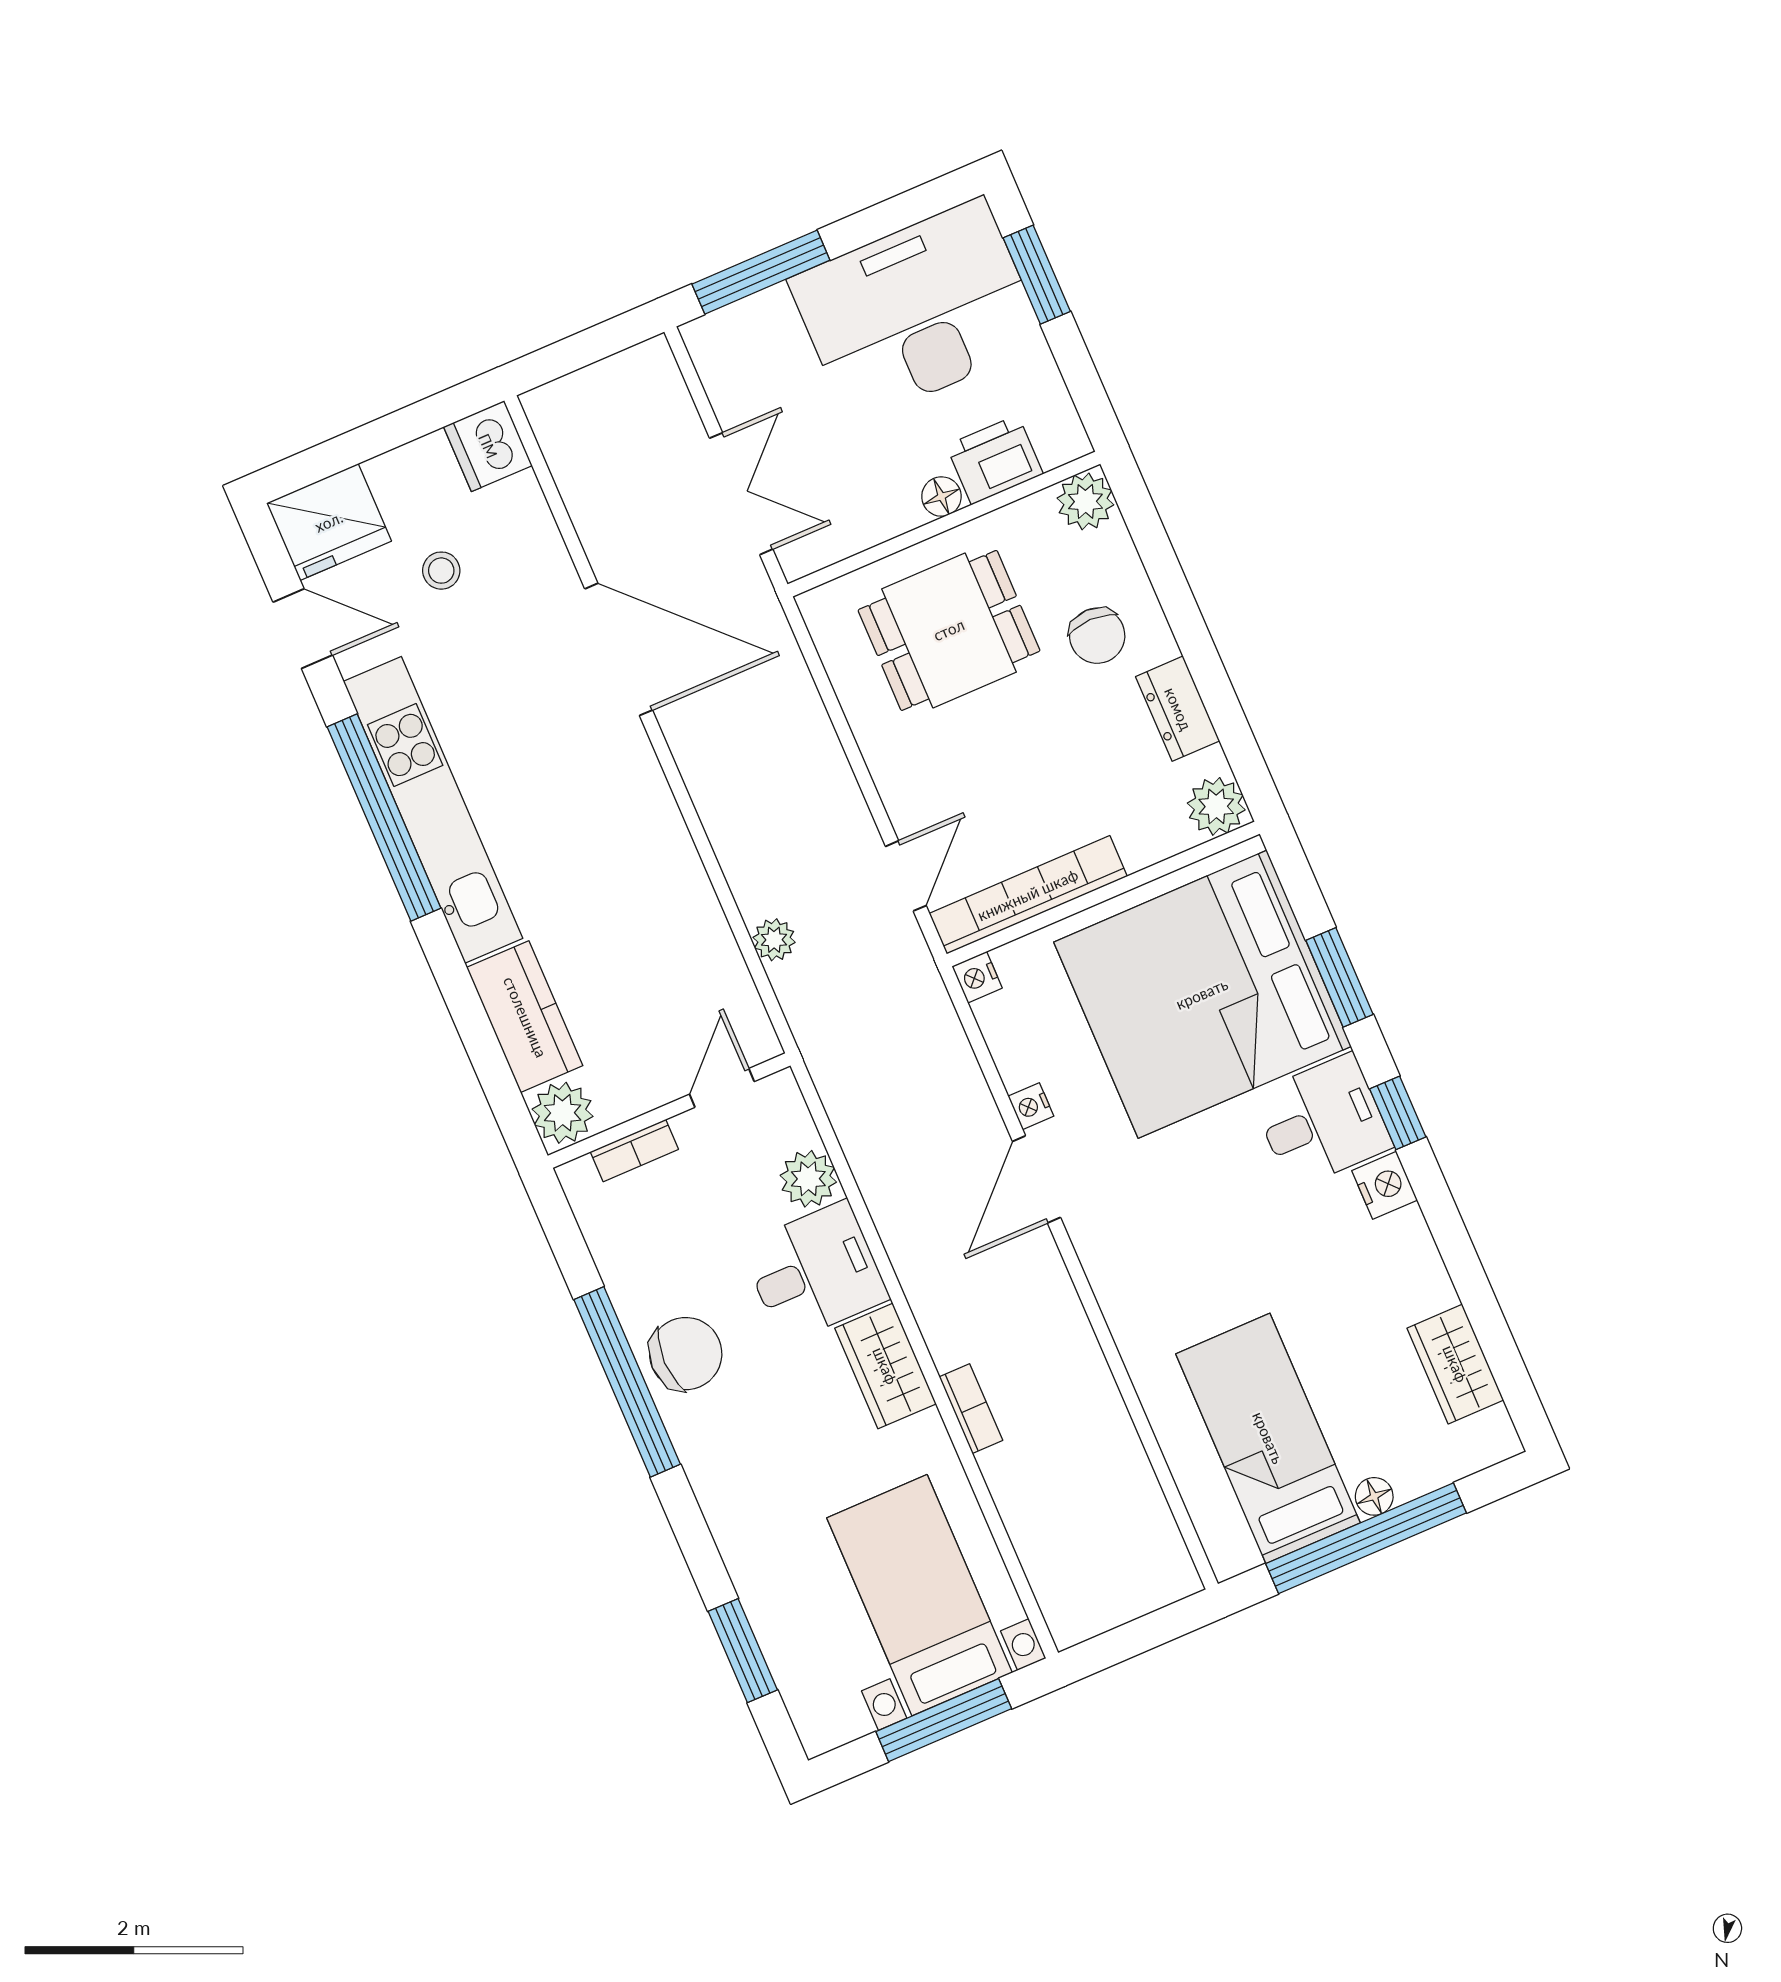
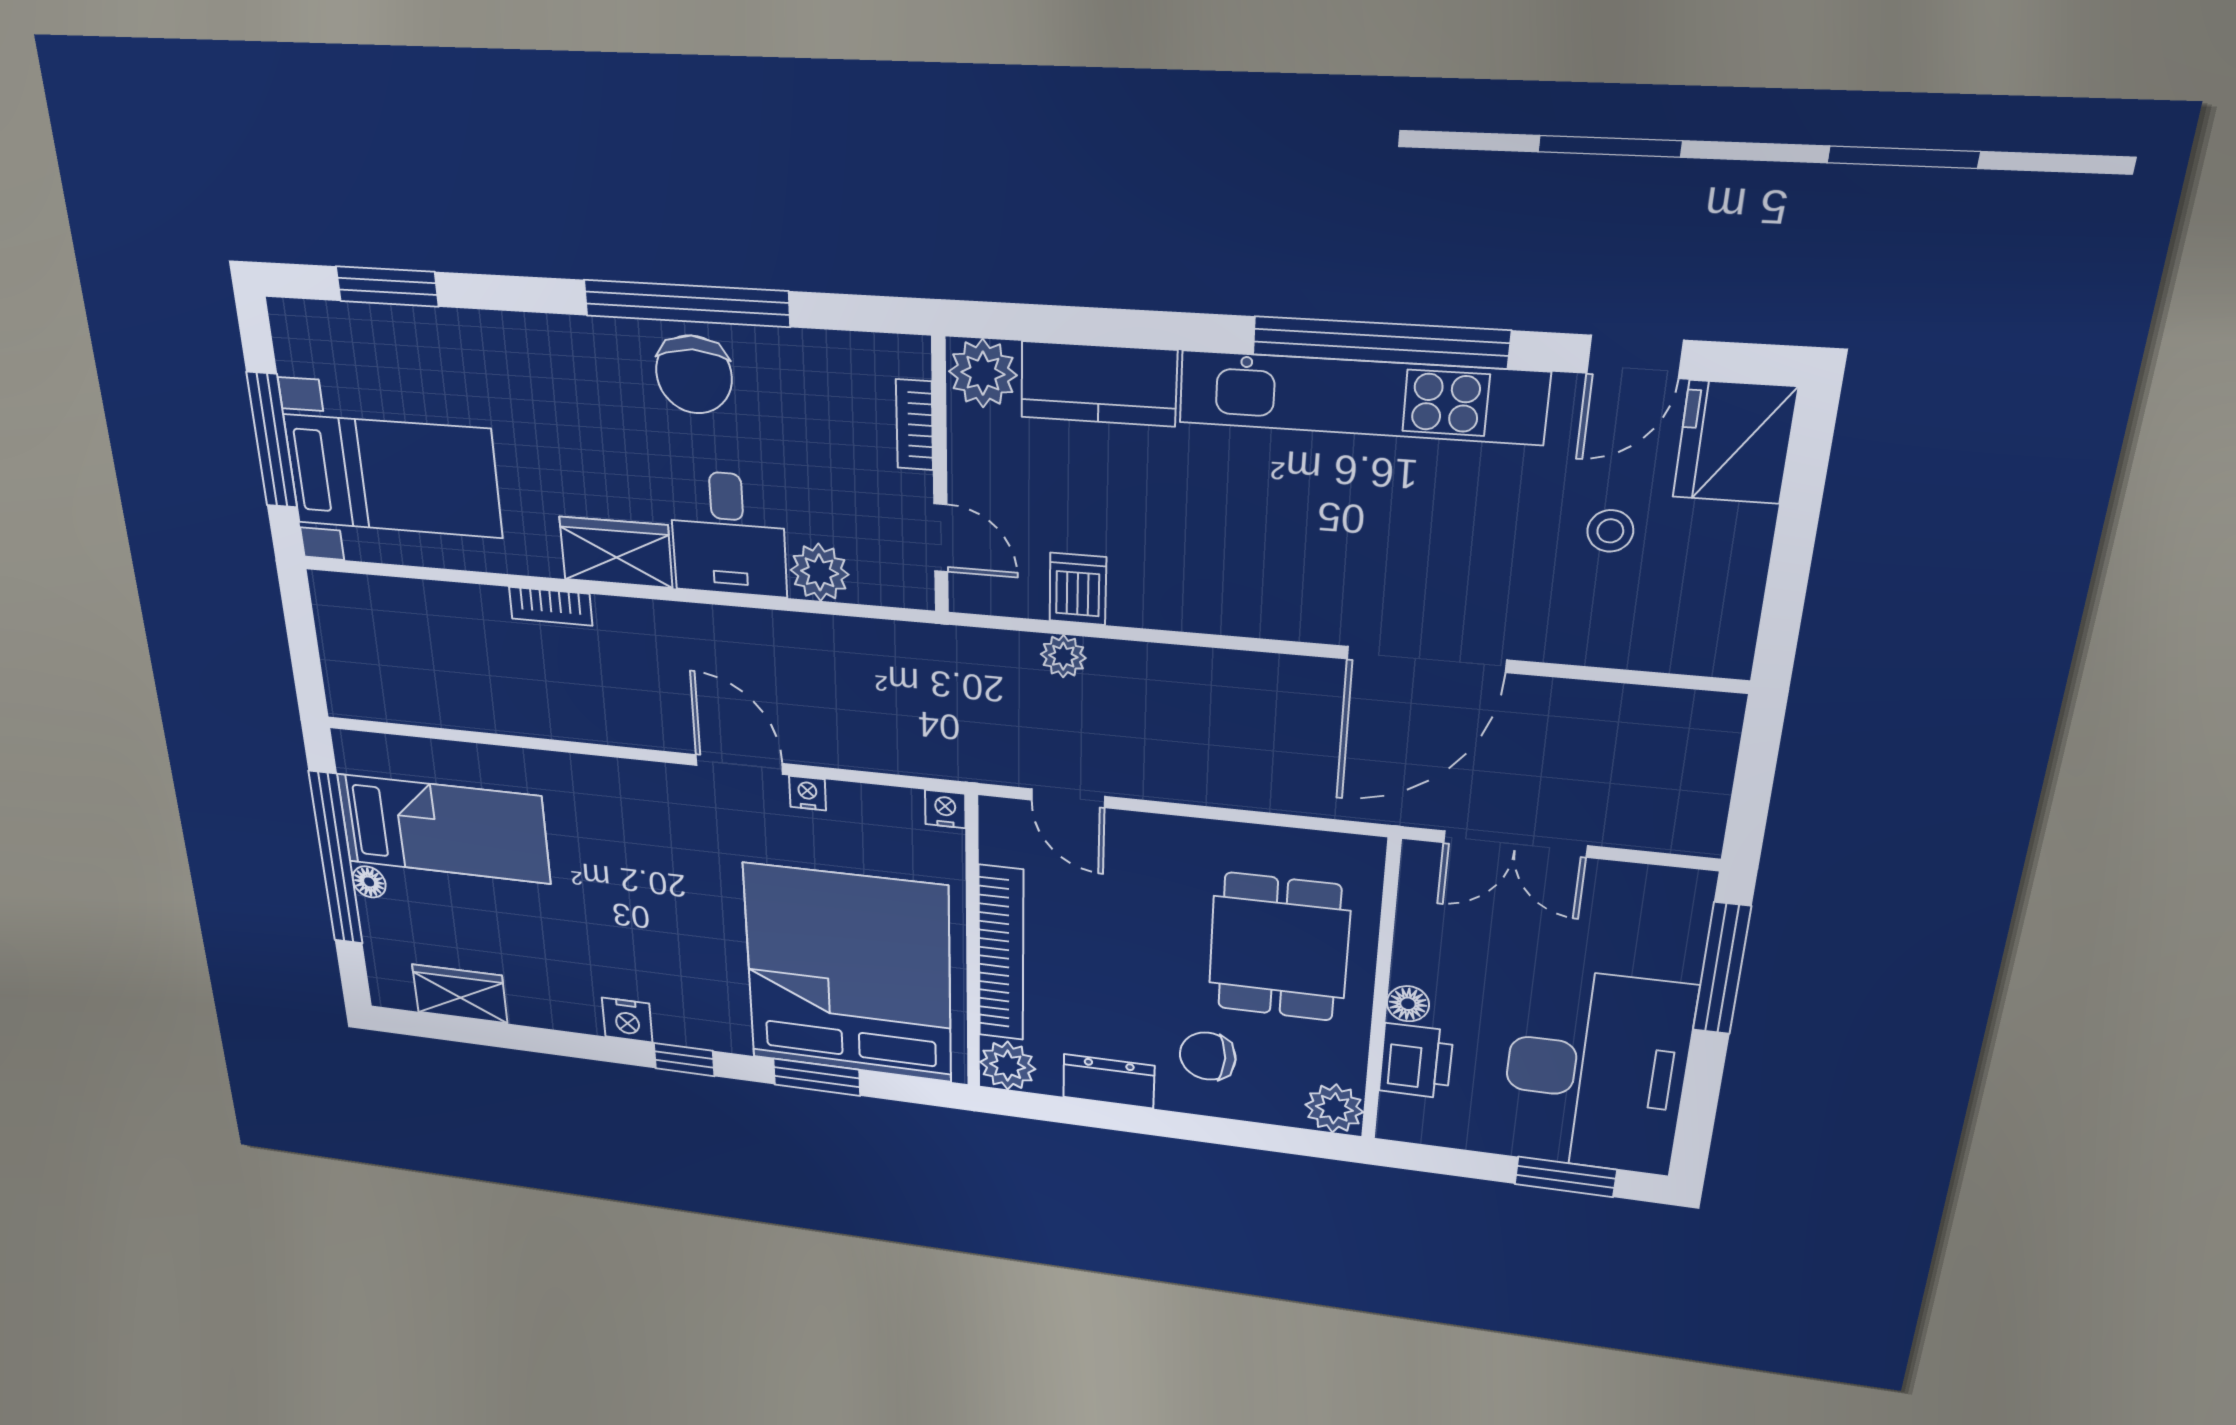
dishwasher: (488, 446) -> (1078, 589), moved, width x0.73
bookcase: (1028, 895) -> (1001, 953), moved
desk: (1322, 1121) -> (700, 1004), removed

